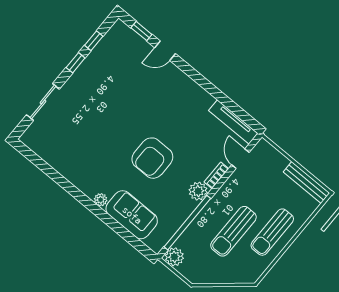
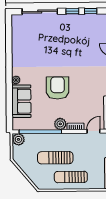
sliding door: (43, 102) -> (40, 11), width x1.37
armchair: (152, 158) -> (58, 88), turned 90

